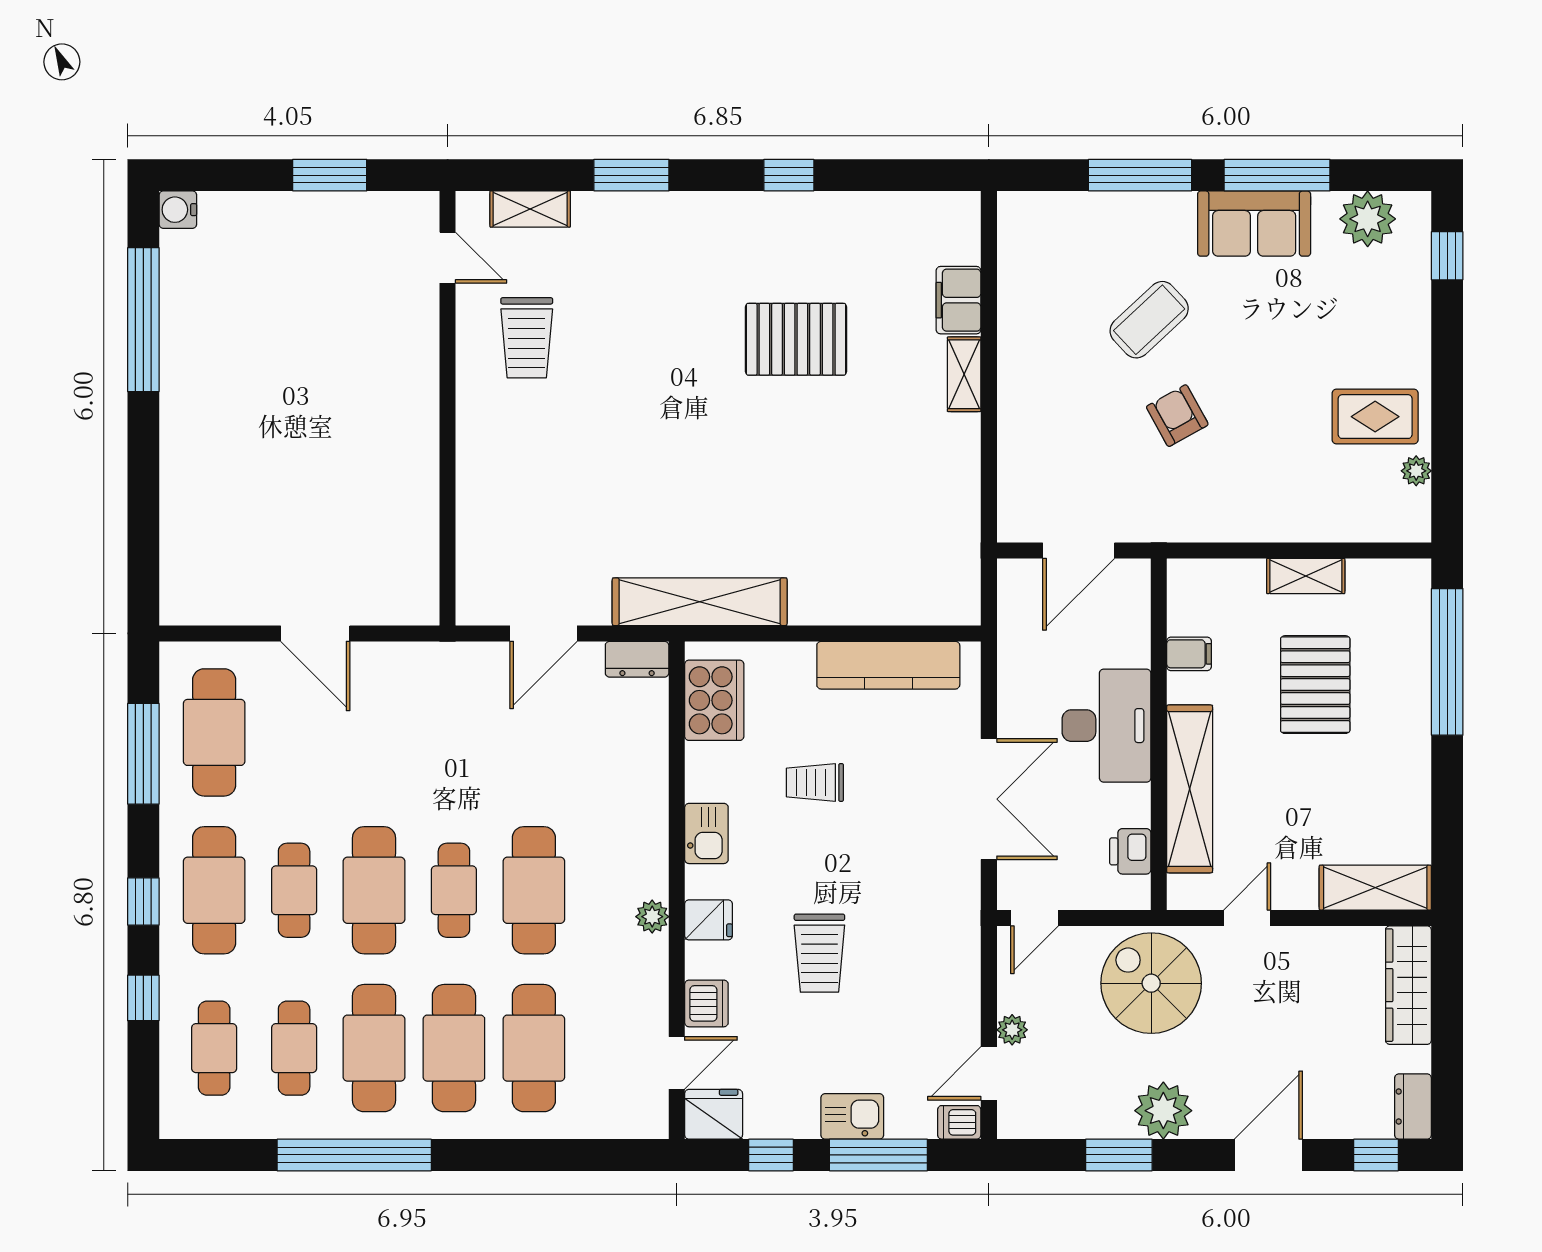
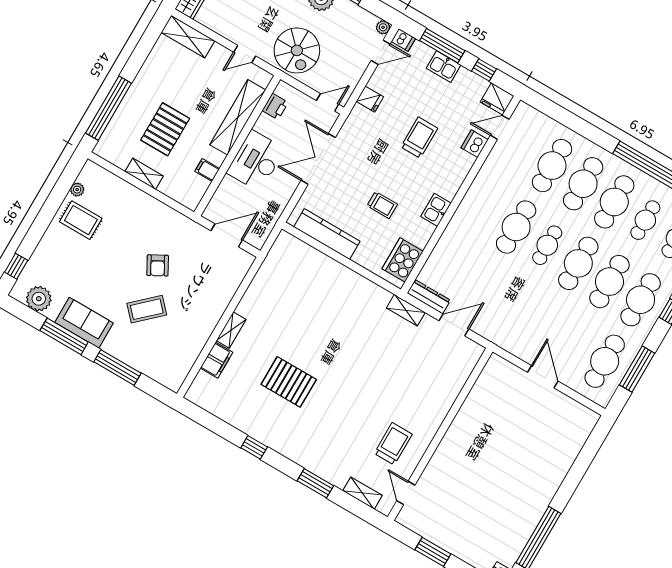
shelving: (700, 602) -> (406, 310), width x0.45, depth x0.75
dresser: (637, 659) -> (429, 297), width x1.44
cafe table: (294, 890) -> (609, 282), width x1.37, depth x1.35
plant: (652, 917) -> (476, 190), removed
fridge: (709, 920) -> (370, 99), moved, turned 180
plant: (1012, 1030) -> (383, 27), moved

